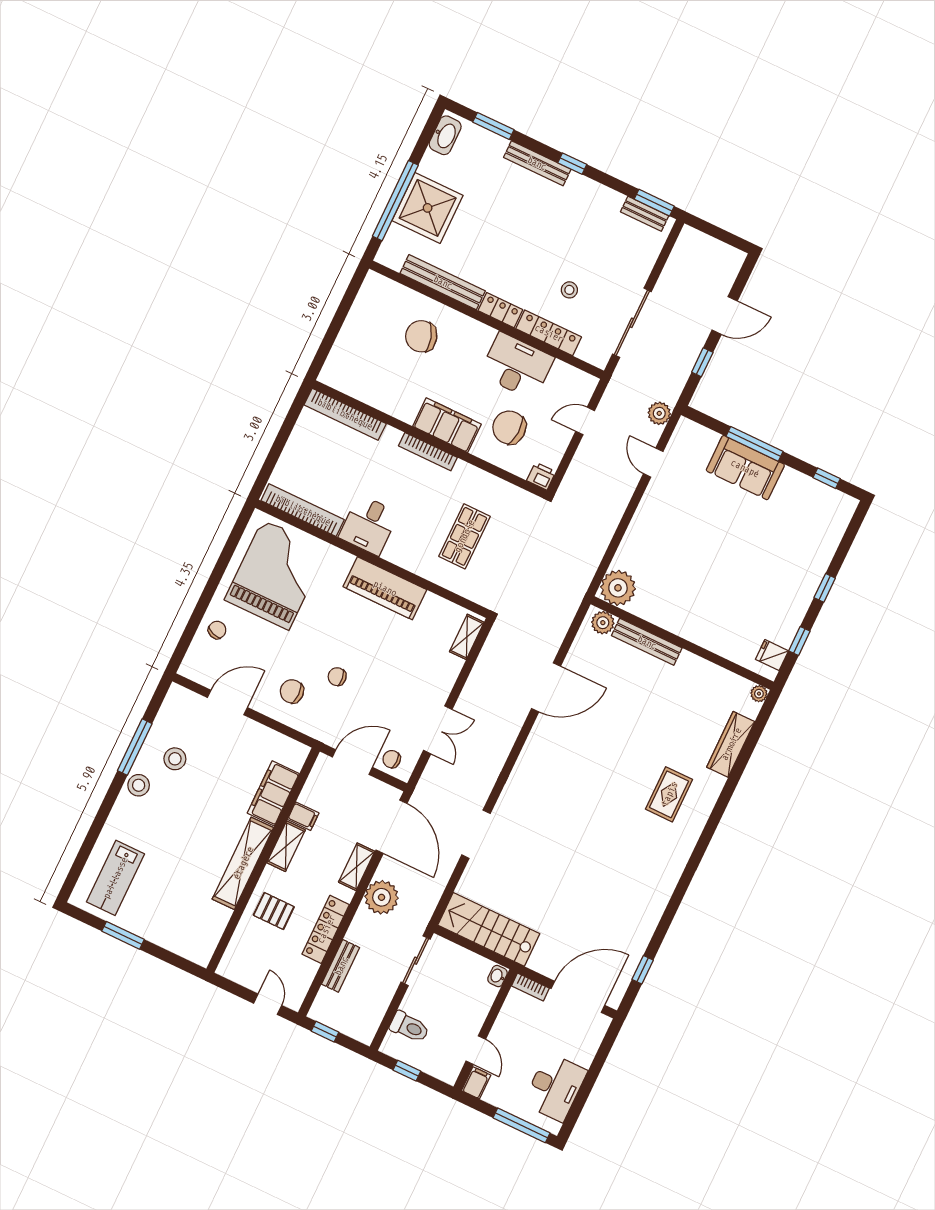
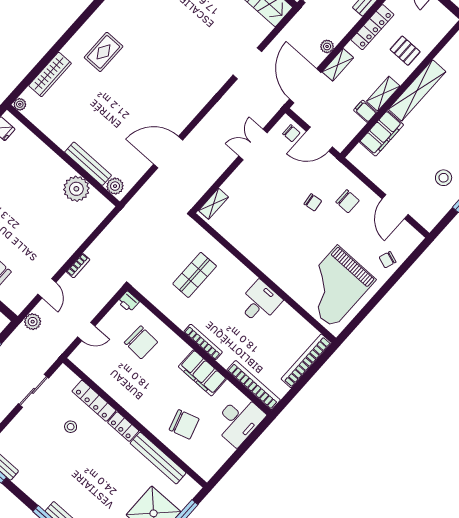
sliding door: (632, 323) -> (33, 391), width x0.73
desk: (517, 366) -> (239, 420), moved, turned -90
filing cabinet: (447, 425) -> (202, 373), moved
bookcase: (621, 504) -> (78, 266), added
bookcase: (303, 510) -> (306, 361), moved, turned 90
piano: (385, 588) -> (261, 255), removed
plant: (618, 588) -> (76, 189), moved
door: (227, 702) -> (395, 207), hinge flipped
plant: (382, 897) -> (327, 46), width x0.53, depth x0.53

